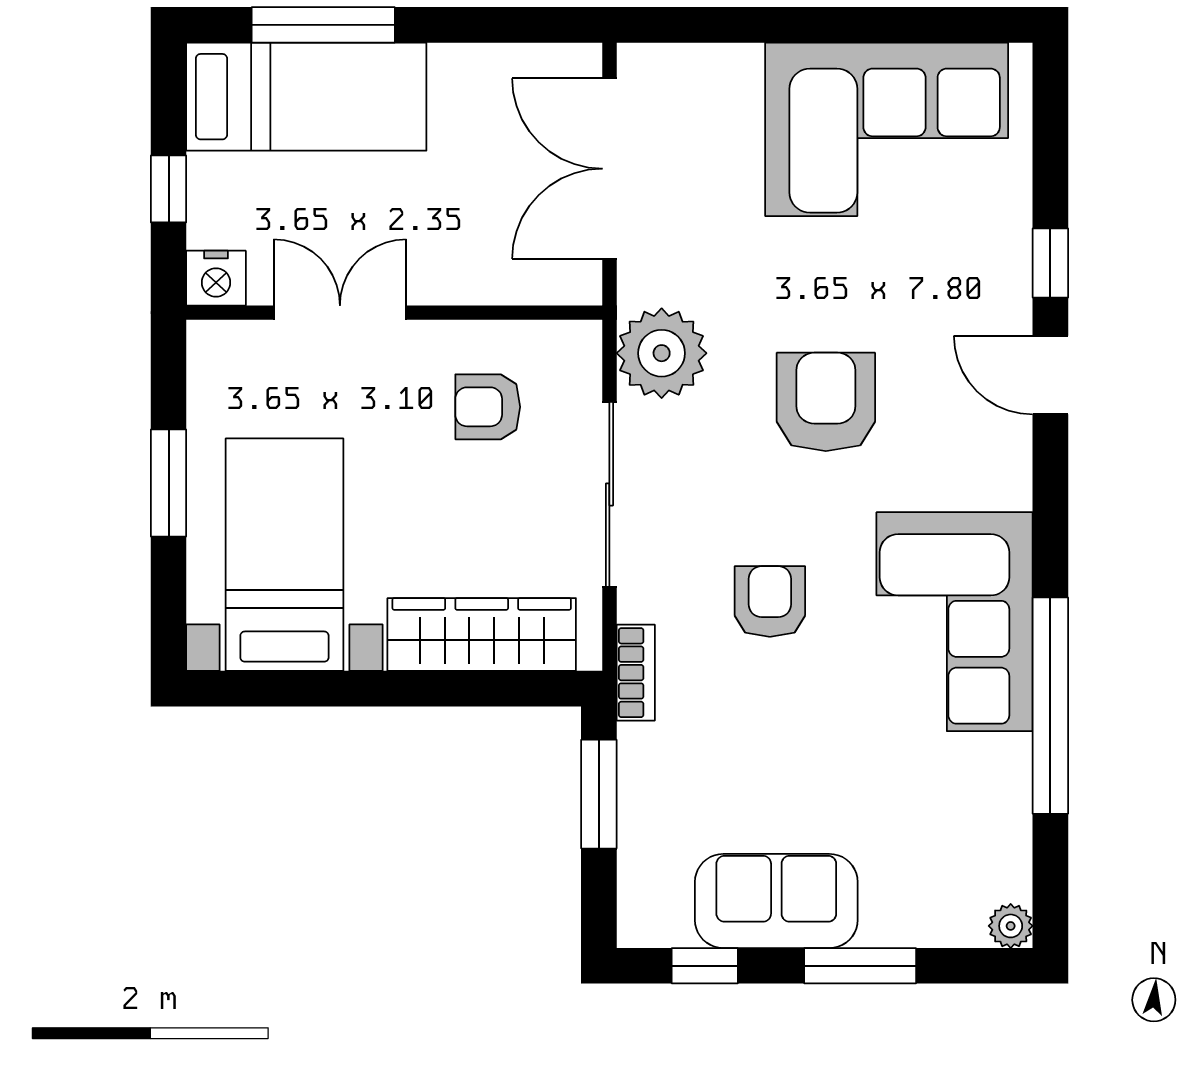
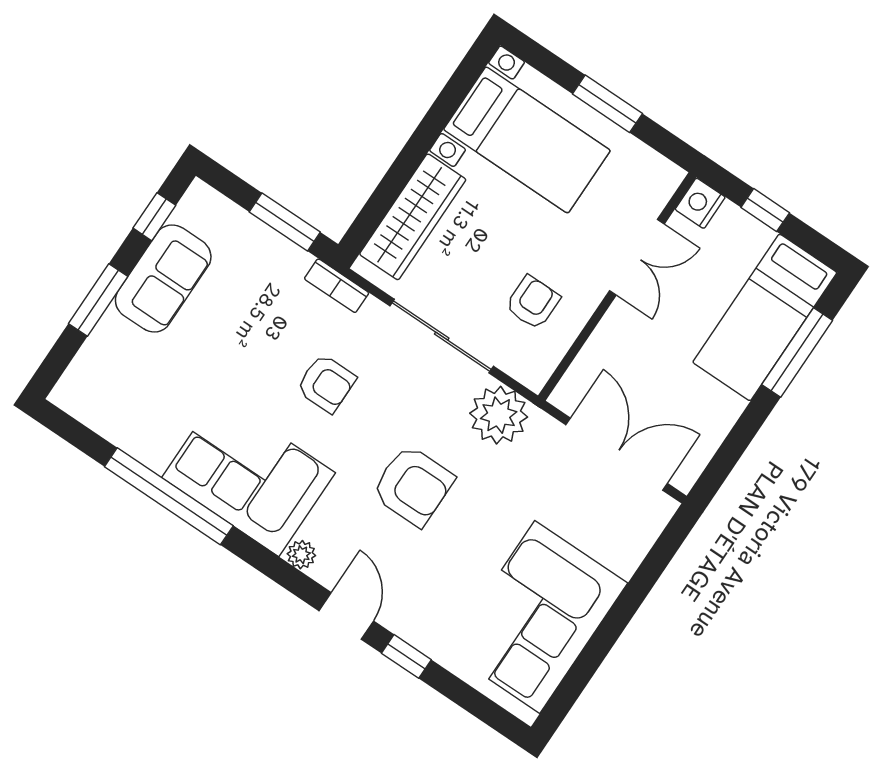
door: (1050, 375) -> (346, 616), hinge flipped
plant: (1011, 926) -> (301, 555), moved

